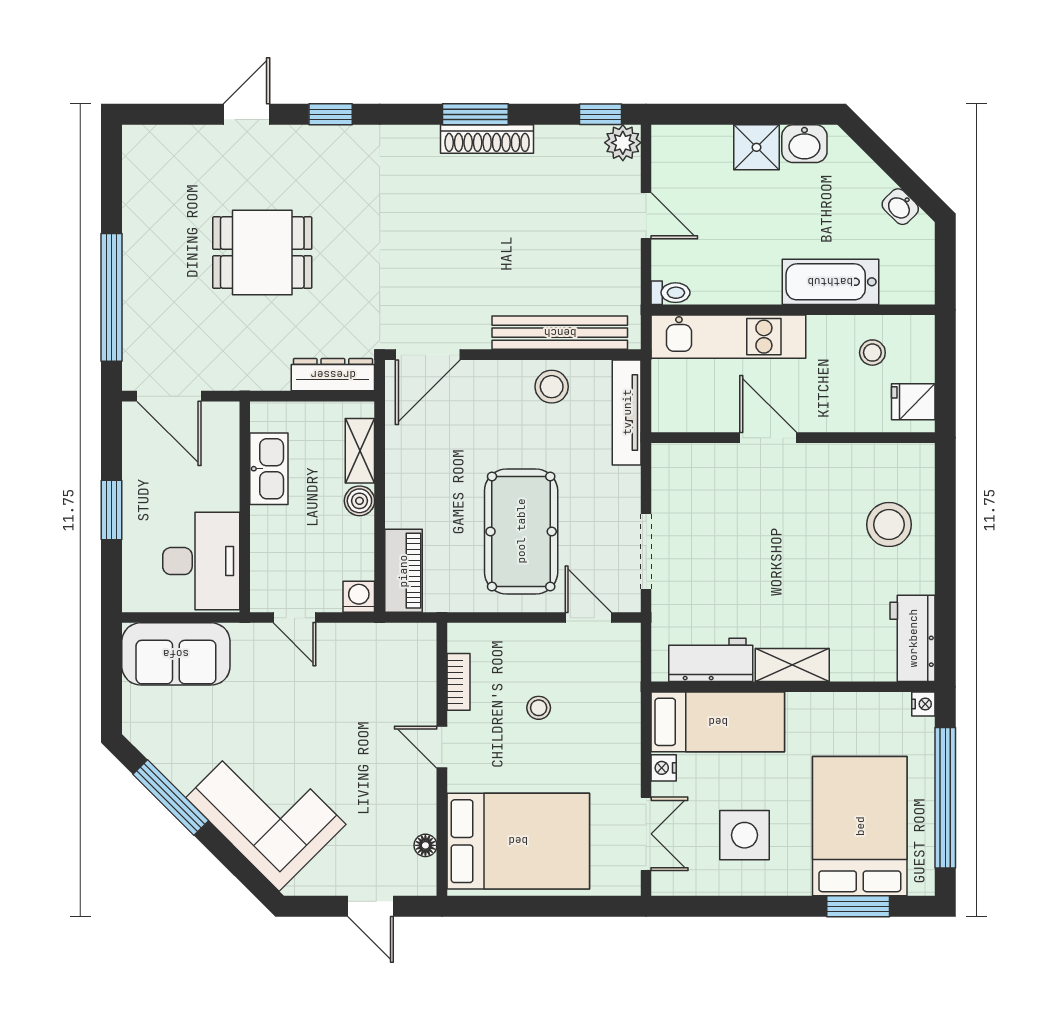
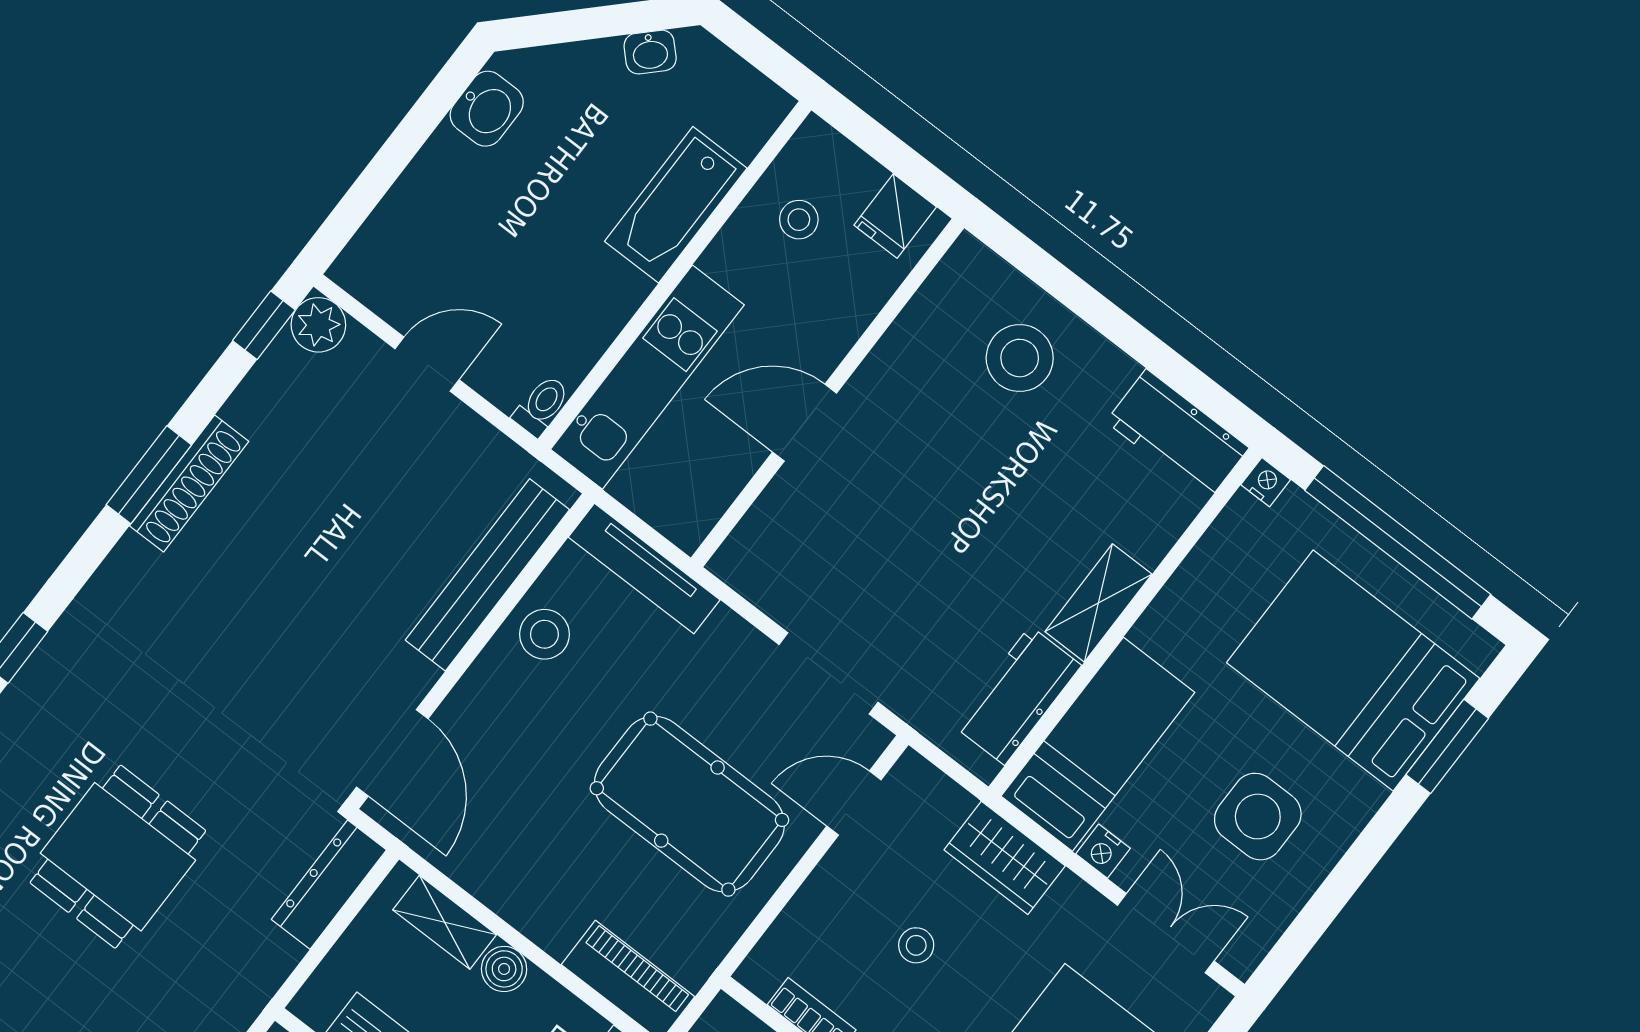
shower: (756, 147) -> (447, 169), removed
wardrobe: (620, 719) -> (1005, 858), added

